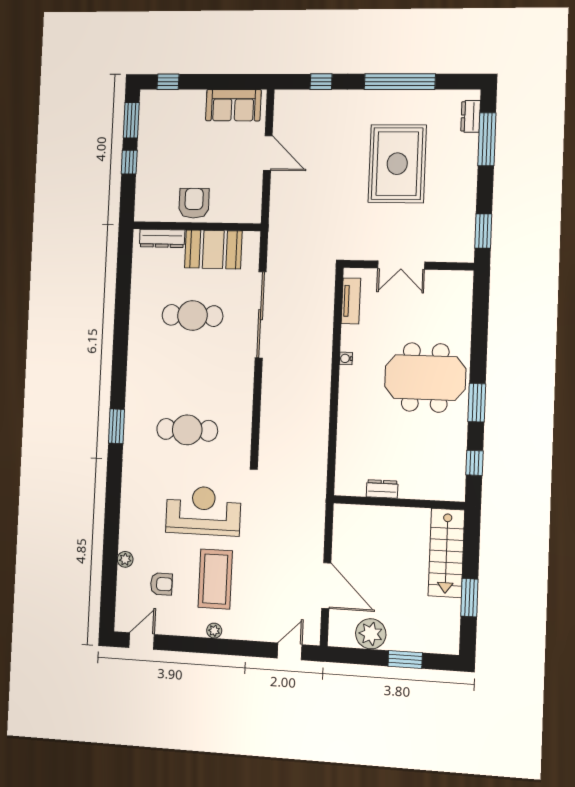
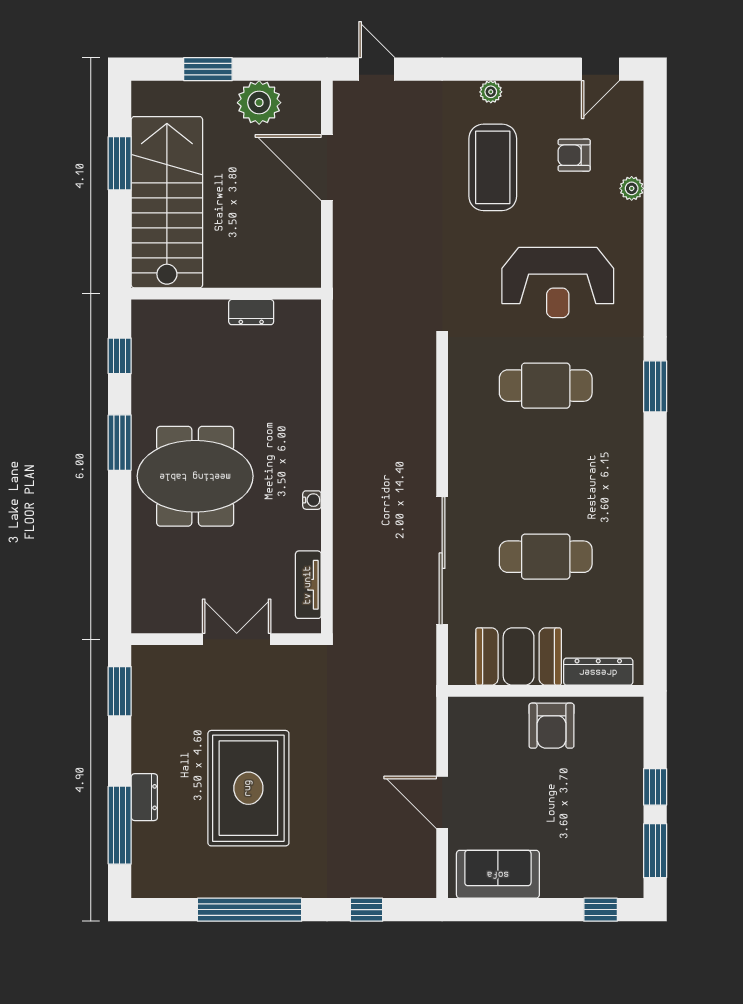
dresser: (471, 116) -> (144, 797), moved
reception desk: (203, 511) -> (558, 283), moved
stairs: (446, 553) -> (167, 202), width x1.36, depth x1.51
door: (290, 651) -> (377, 69), swing flipped

